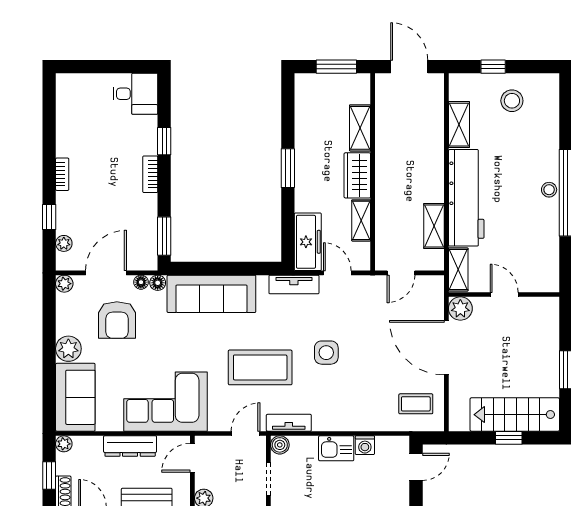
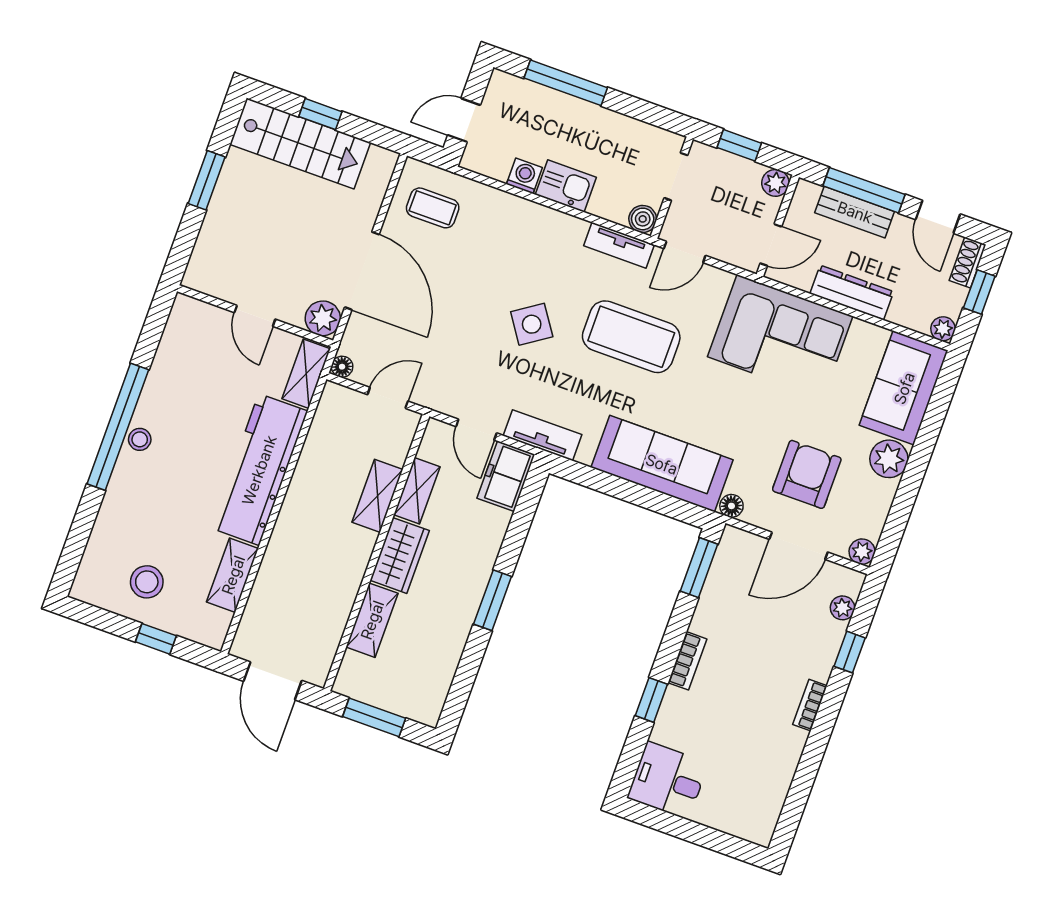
shelving: (434, 226) -> (378, 496), moved
freezer: (308, 242) -> (506, 476), width x0.71
floor lamp: (141, 282) -> (342, 367), moved
side table: (326, 353) -> (532, 324), turned -34

